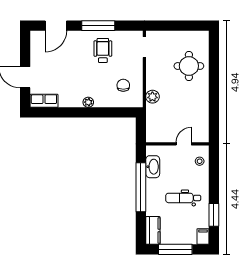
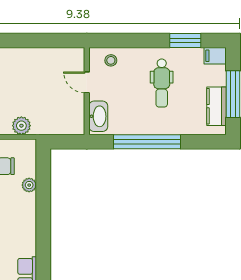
plant: (88, 102) -> (29, 185), moved
washbasin: (153, 167) -> (98, 116), moved, turned 90
kitchen counter: (153, 230) -> (216, 106), moved, turned -90

